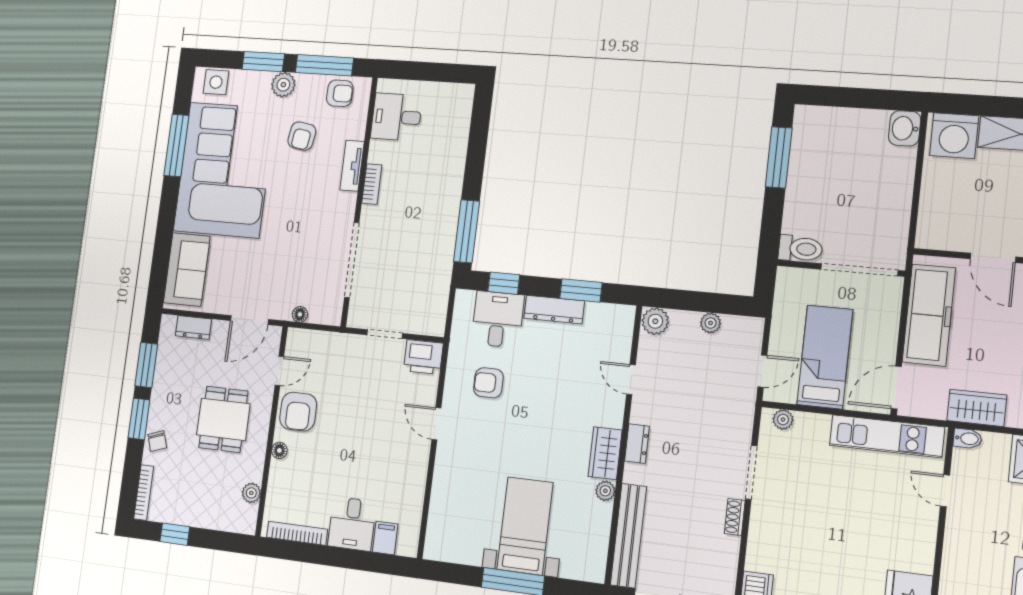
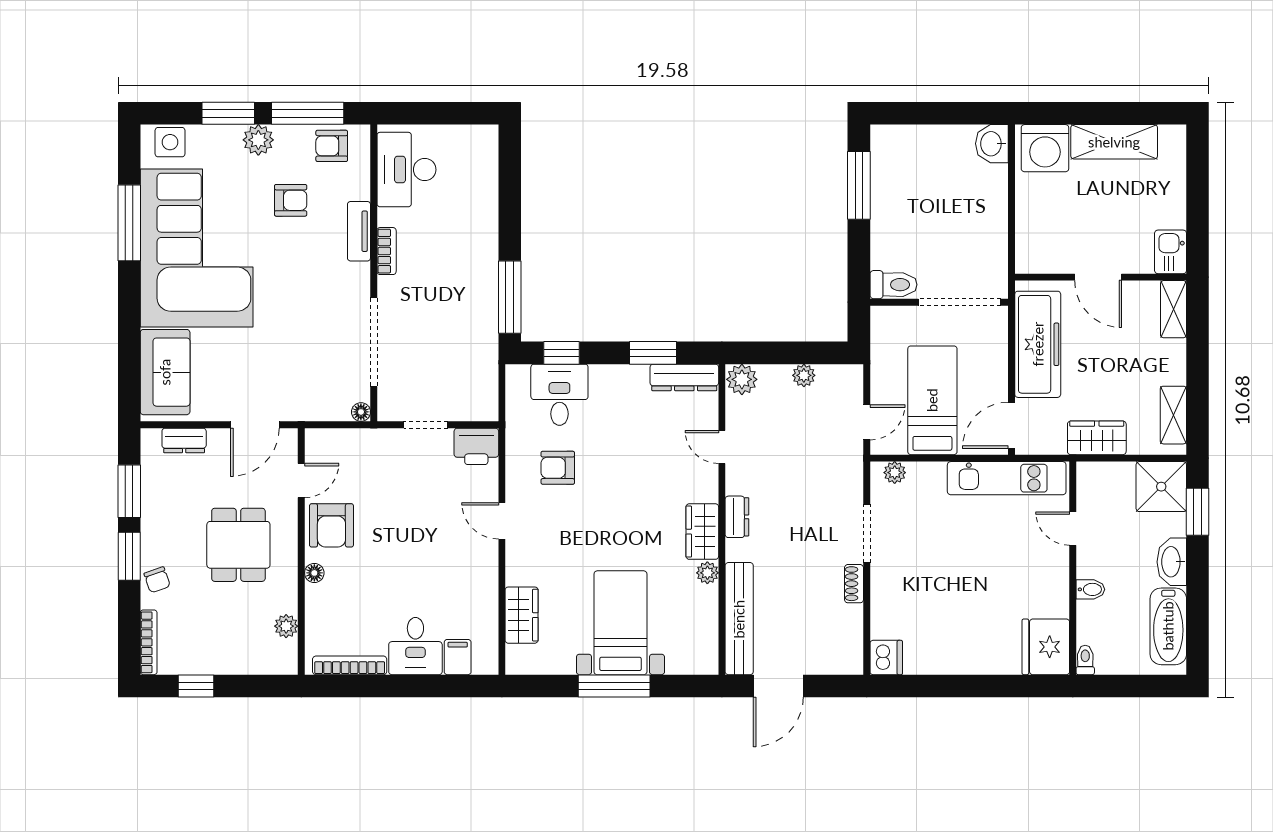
armchair: (340, 93) -> (332, 146), turned 180
desk: (396, 117) -> (406, 170), width x1.37
armchair: (302, 136) -> (291, 200), turned -99
dresser: (554, 310) -> (684, 377), moved
floor lamp: (300, 314) -> (361, 412), moved
bidet: (967, 439) -> (1090, 589), moved
wardrobe: (442, 508) -> (522, 615), added

